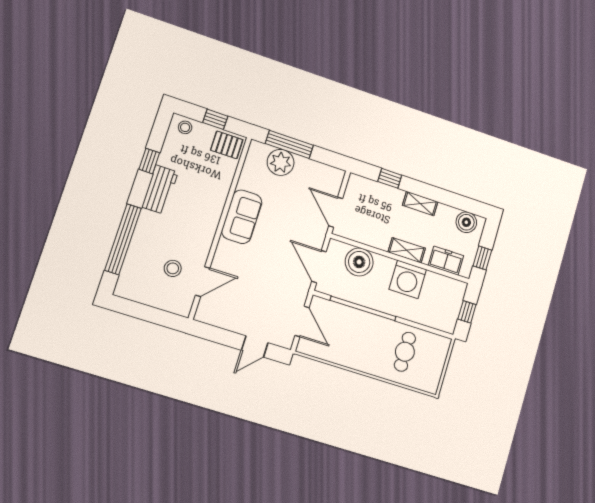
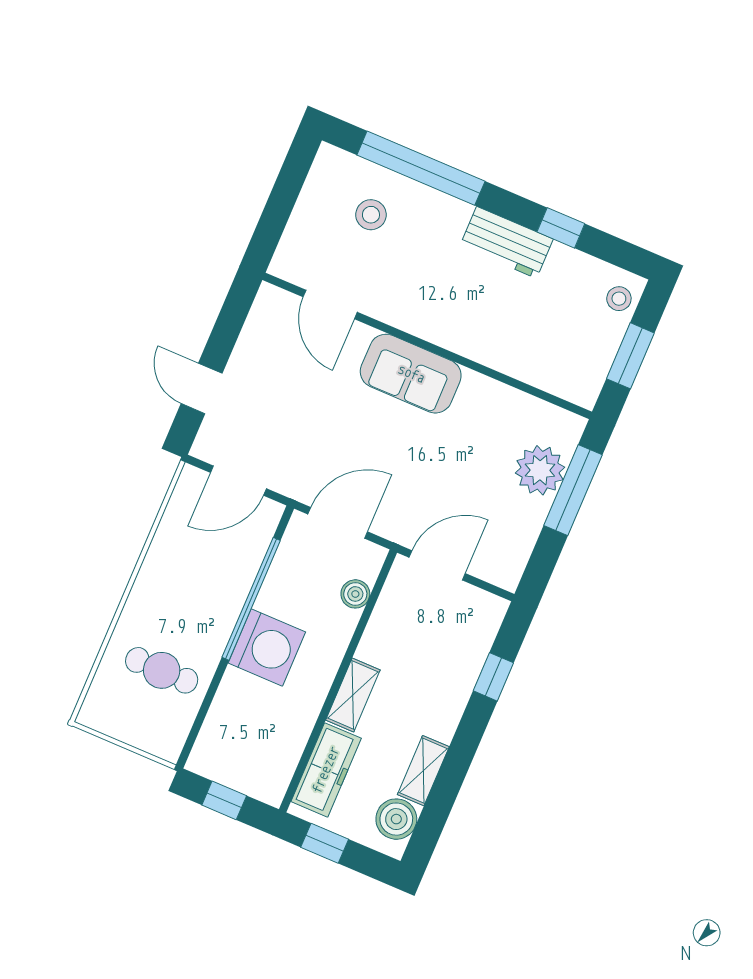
window: (215, 119) -> (630, 356), width x1.50
pallet: (227, 145) -> (581, 373), removed
shelving: (420, 204) -> (423, 771), moved
sofa: (242, 217) -> (411, 374), moved
freezer: (446, 261) -> (326, 770), width x1.40
boiler: (359, 262) -> (355, 594), width x0.54, depth x0.54
stool: (173, 268) -> (371, 215), moved
washing machine: (408, 279) -> (267, 647), moved, turned 180

